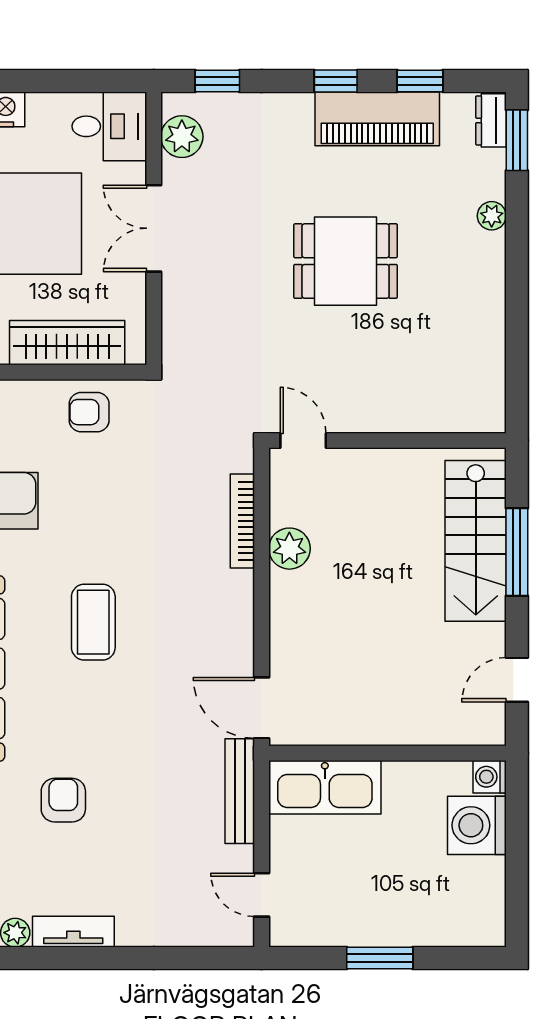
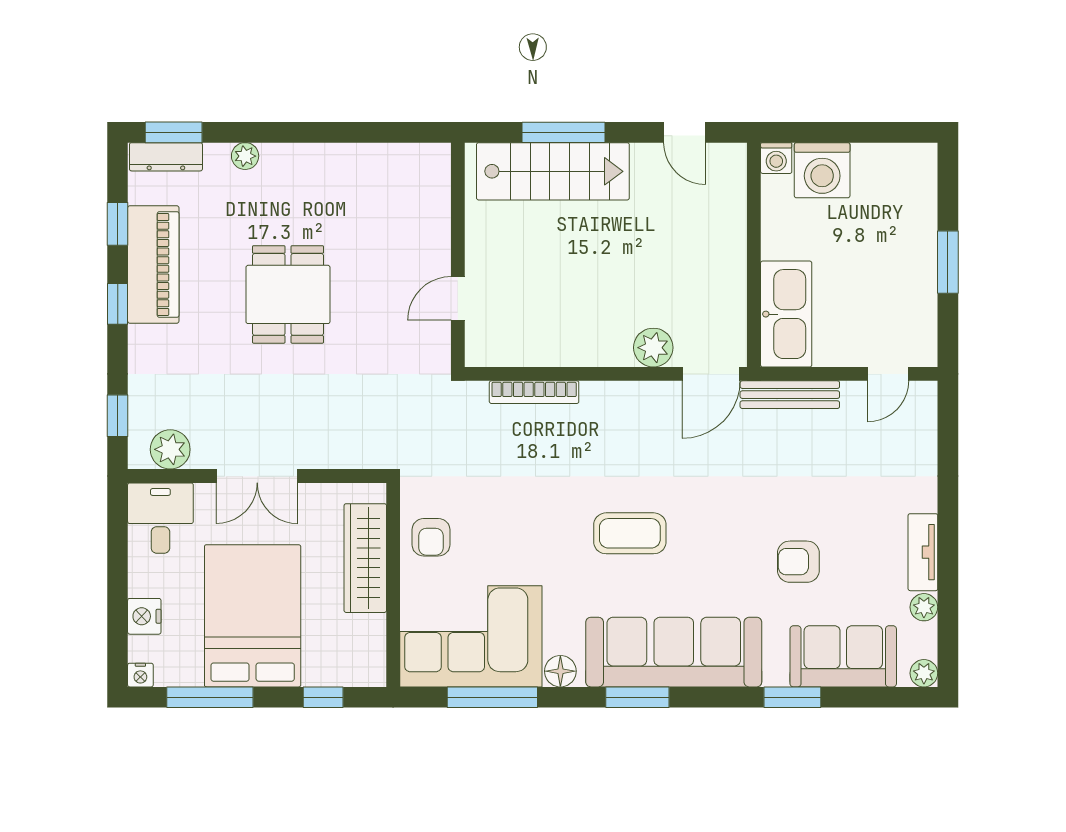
dresser: (491, 120) -> (166, 157), width x1.44
door: (303, 440) -> (458, 298), moved
plant: (289, 549) -> (653, 348), moved

